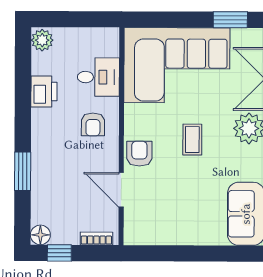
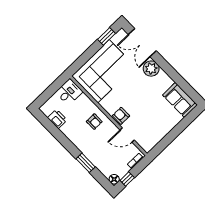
plant: (42, 40) -> (47, 109), removed
desk: (98, 77) -> (69, 92), moved
printer: (44, 91) -> (57, 119), moved
coffee table: (192, 140) -> (135, 92), removed

